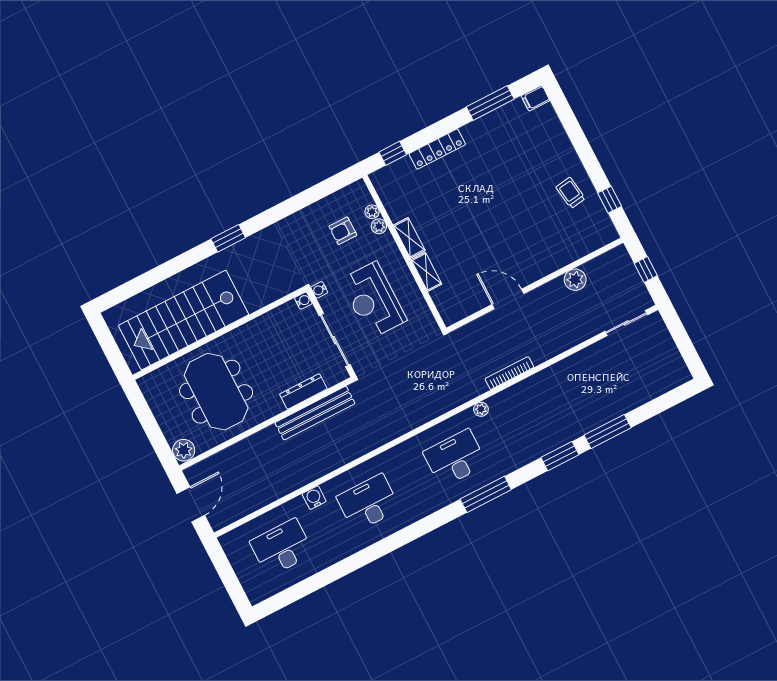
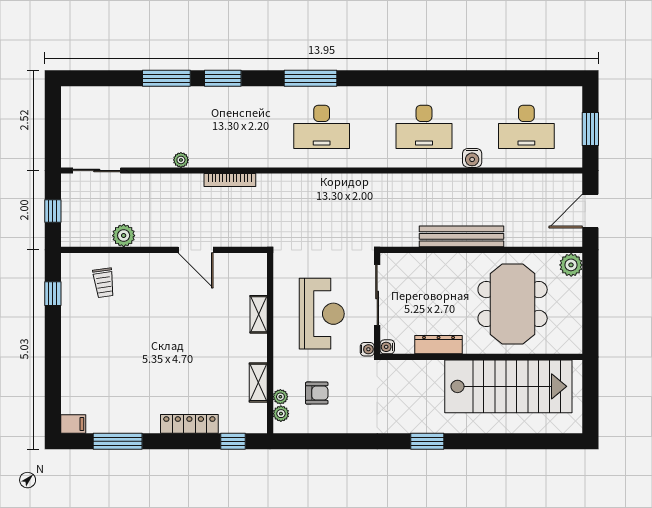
trolley: (571, 193) -> (104, 283), moved
plant: (379, 226) -> (281, 414), moved
shelving: (409, 238) -> (258, 382), moved
dresser: (303, 391) -> (439, 345), moved, turned 180
plant: (481, 409) -> (181, 160), moved
bench: (315, 413) -> (462, 236), moved
window: (227, 574) -> (590, 129), added

